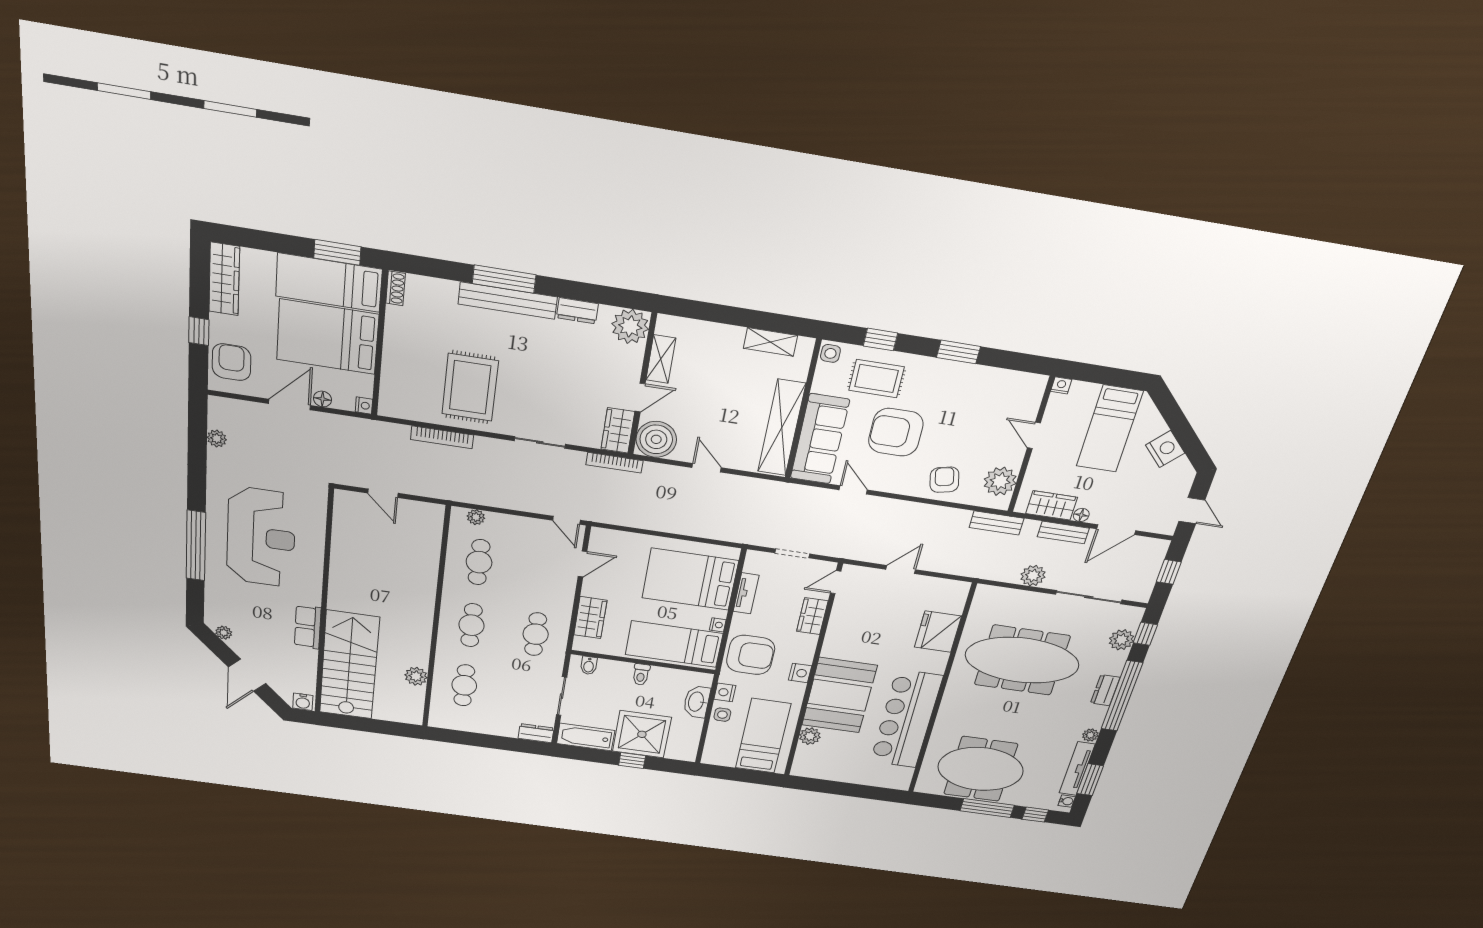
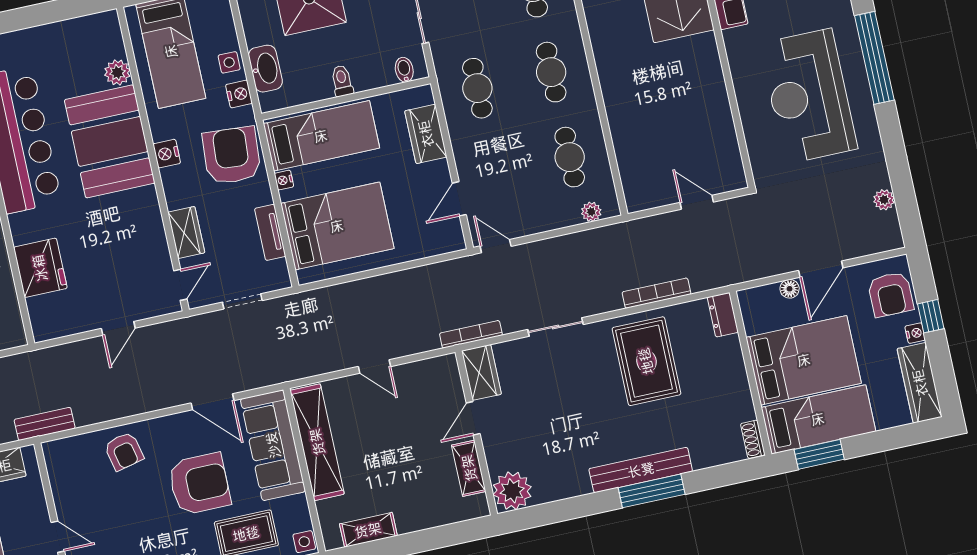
dresser: (577, 311) -> (723, 315), moved, turned -90
nightstand: (364, 406) -> (915, 333), moved, turned 180
boiler: (656, 439) -> (439, 378), removed
plant: (1000, 481) -> (66, 473), removed
door: (853, 490) -> (212, 402), width x1.37
armchair: (751, 655) -> (232, 155), turned 94

